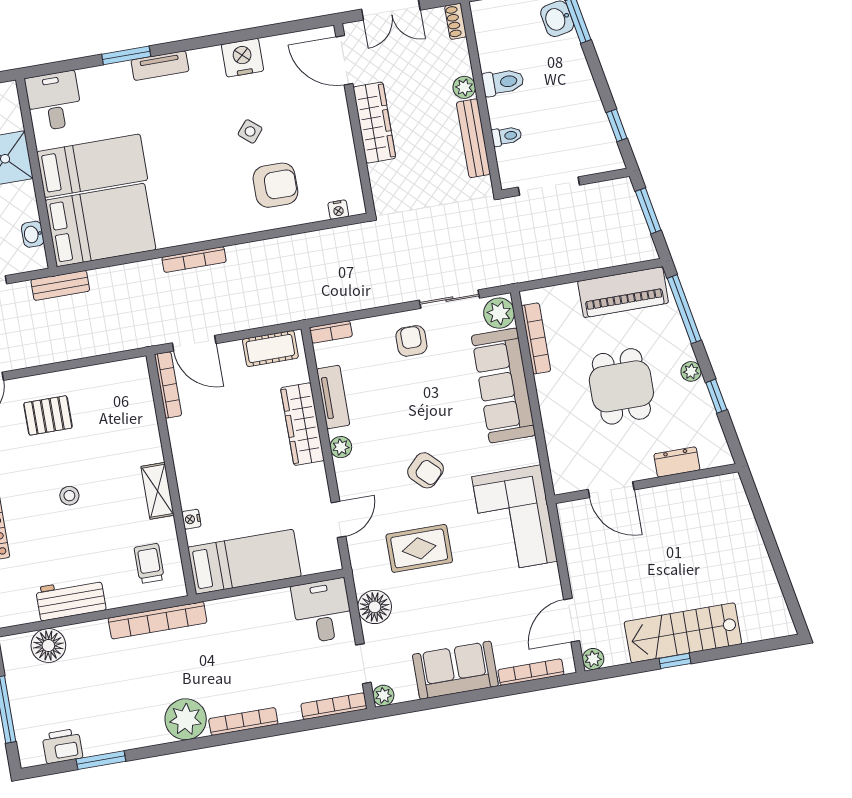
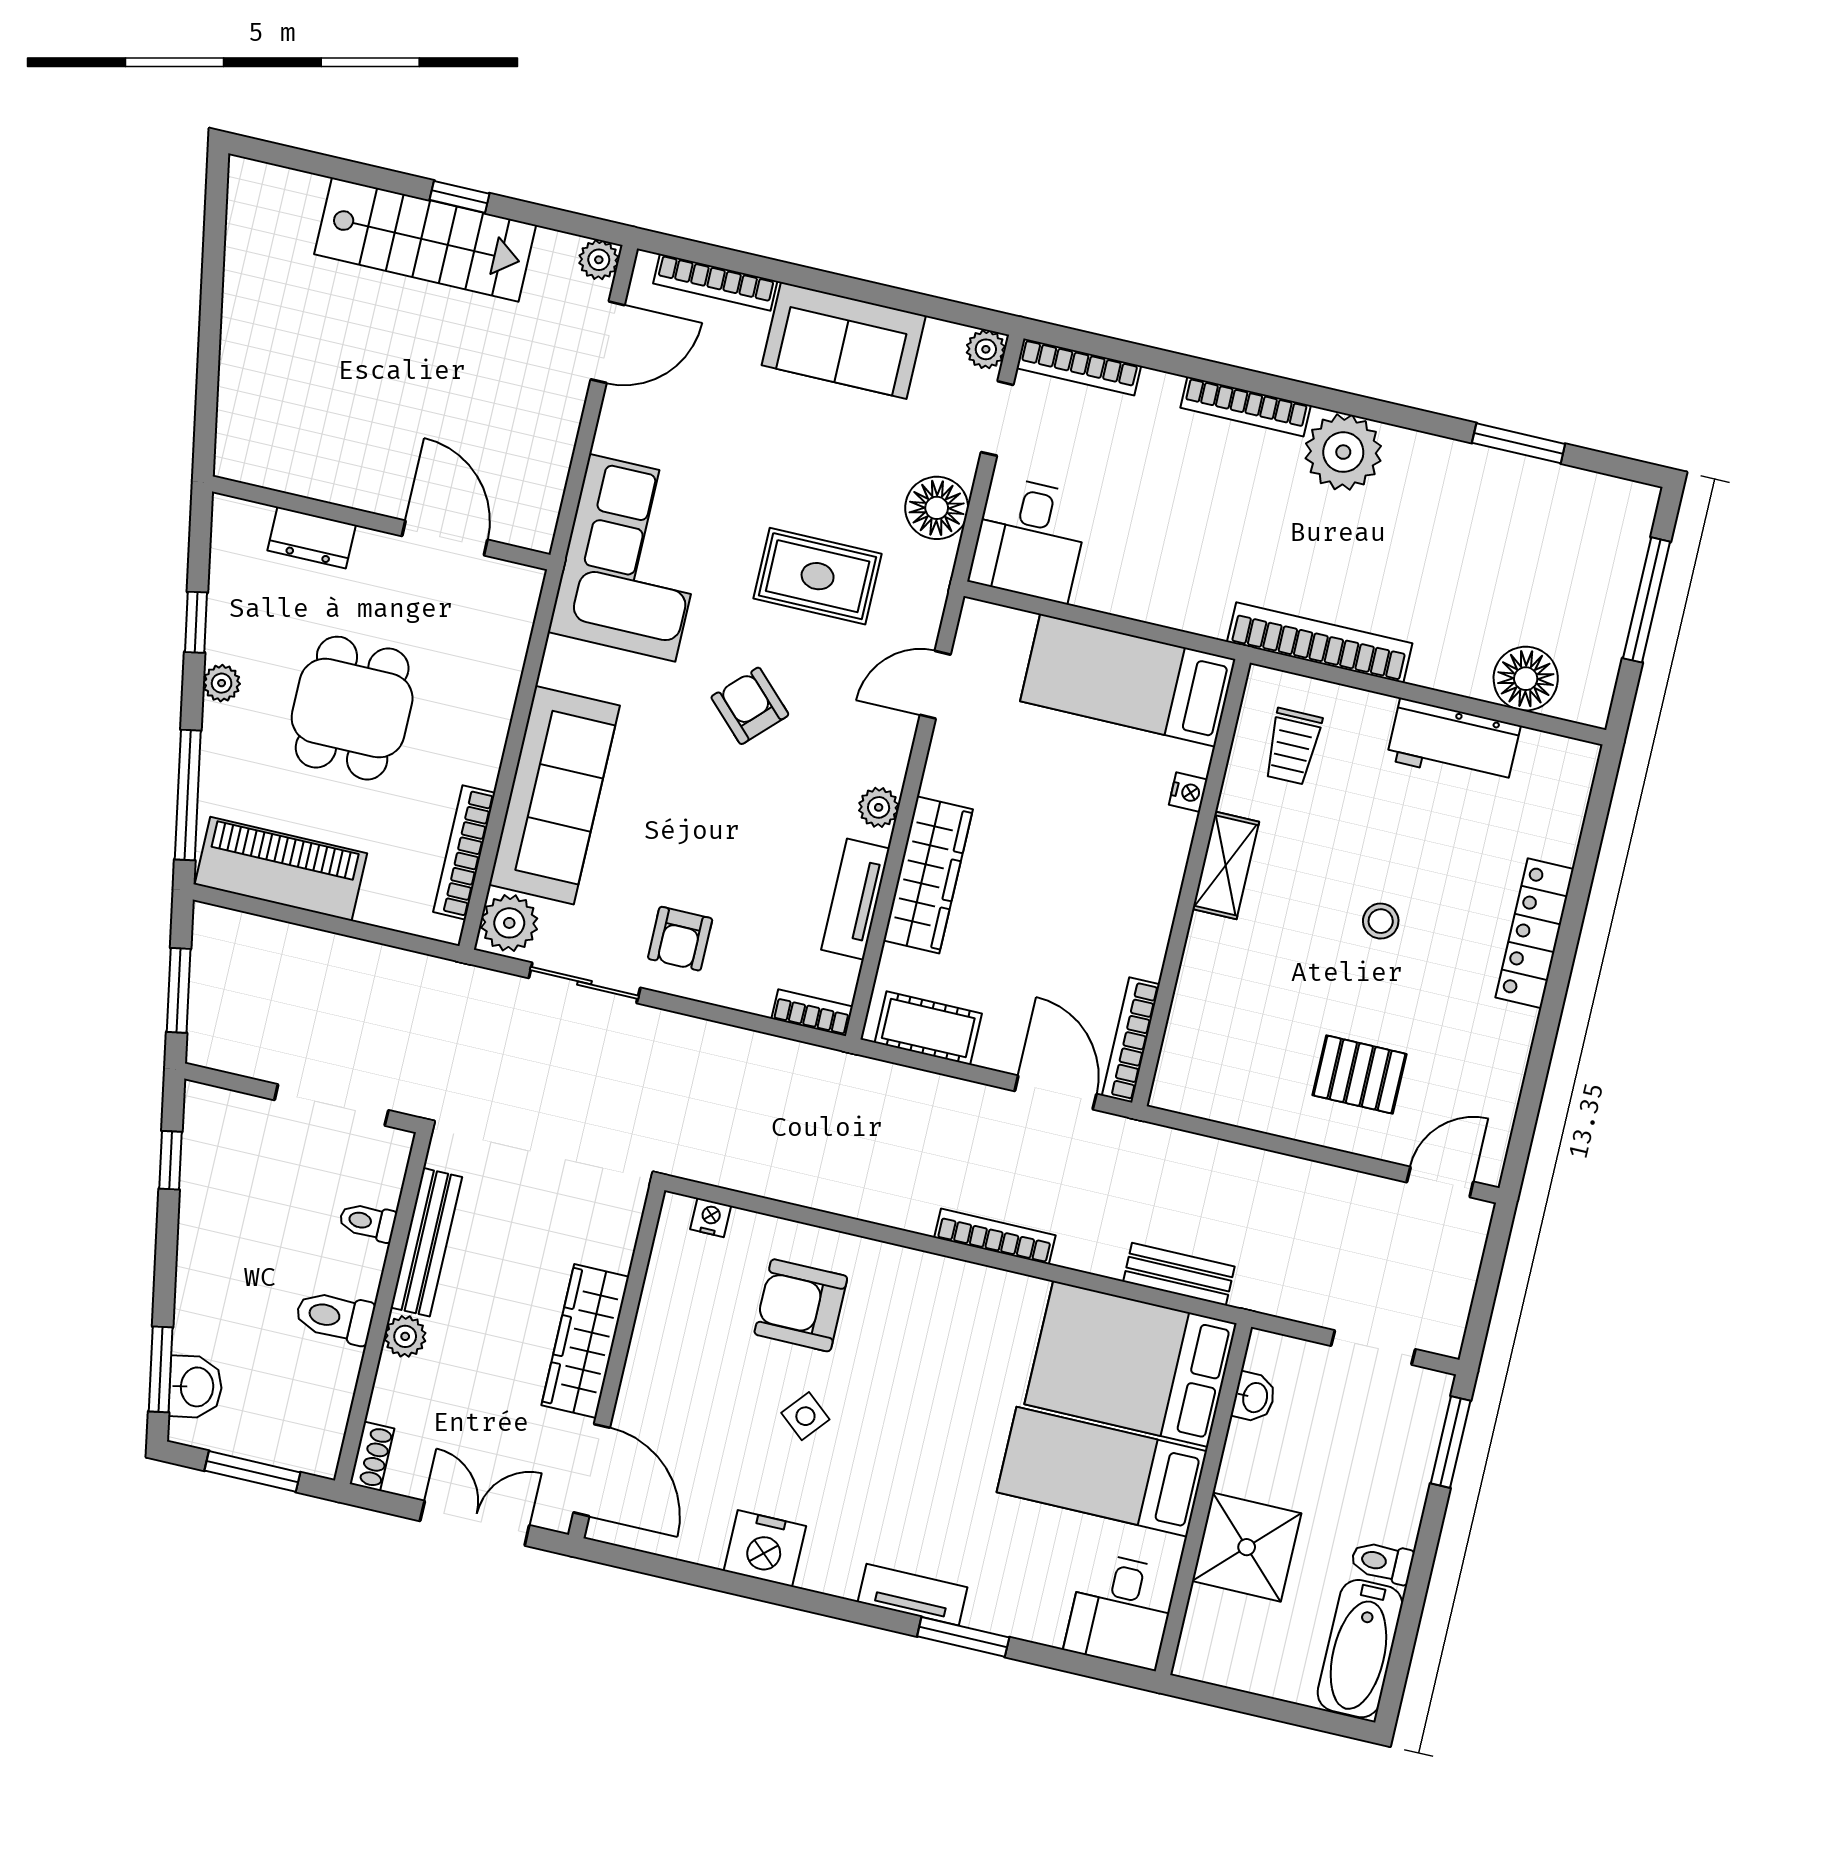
bench: (60, 285) -> (1179, 1274), moved
printer: (62, 746) -> (1575, 496), removed

